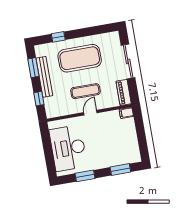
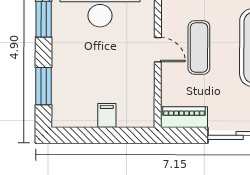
filing cabinet: (126, 113) -> (107, 115), moved

